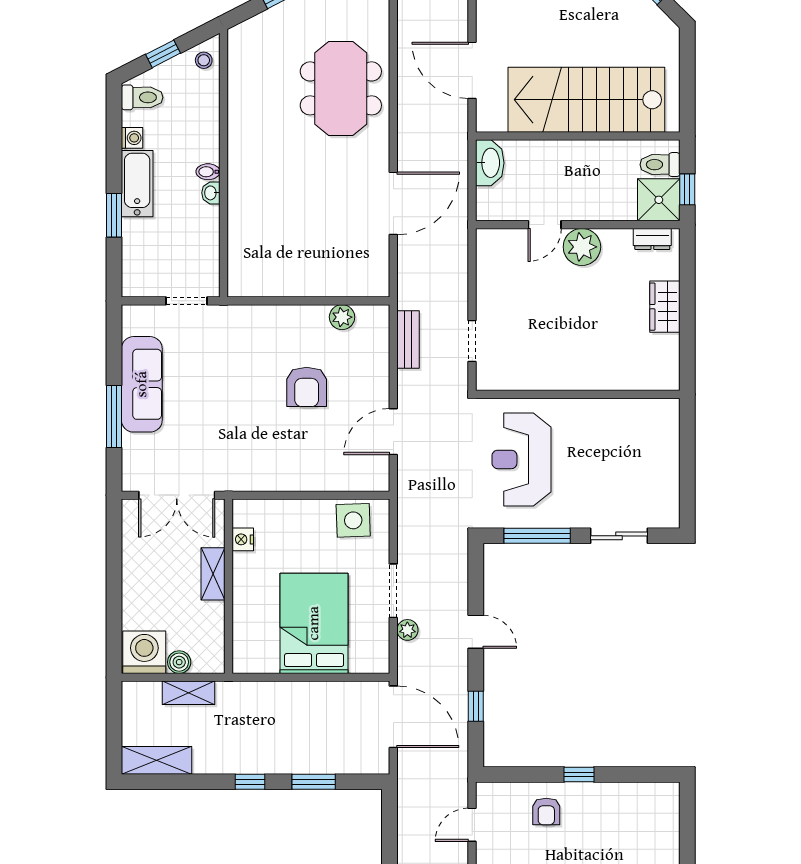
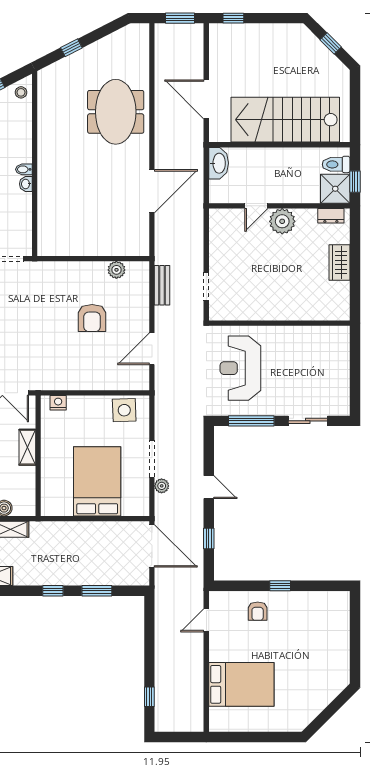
nightstand: (243, 539) -> (58, 403), moved, turned 90

